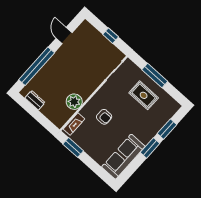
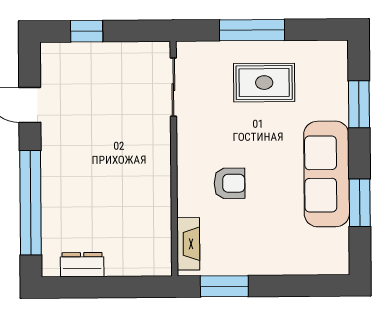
window: (111, 36) -> (87, 31), moved
plant: (74, 102) -> (153, 205), removed
window: (150, 148) -> (360, 203), moved
sofa: (123, 157) -> (327, 174), moved

